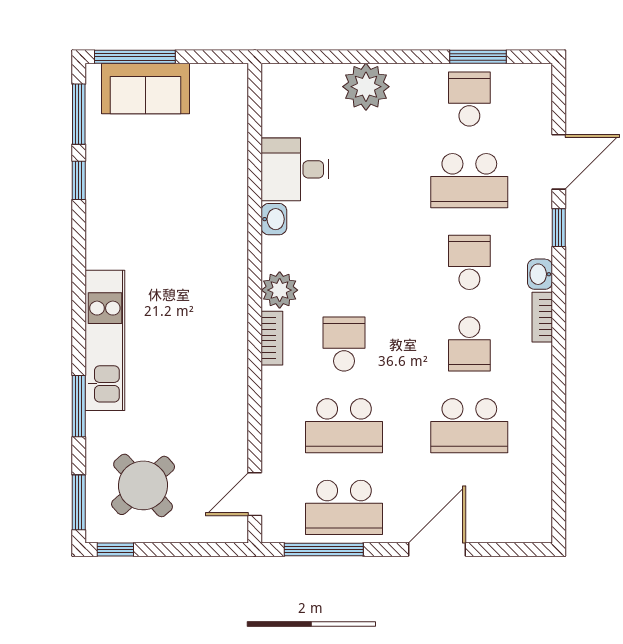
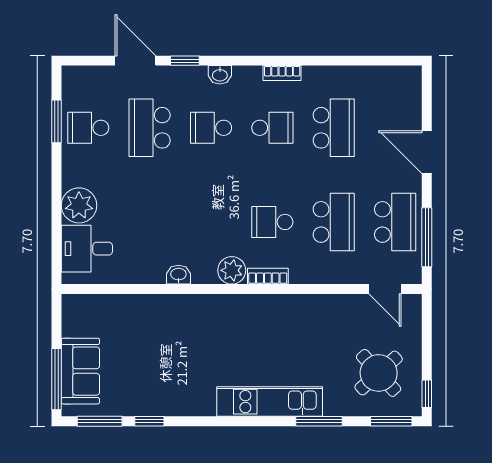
desk: (295, 169) -> (87, 249), moved, turned 90
school desk: (469, 181) -> (150, 128), turned 180
bookcase: (542, 317) -> (282, 73), moved

